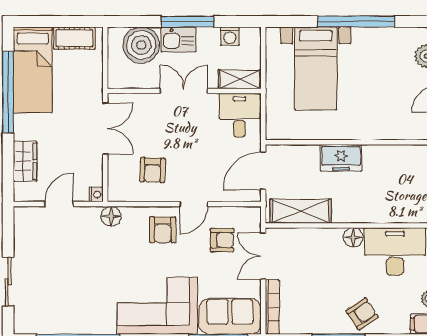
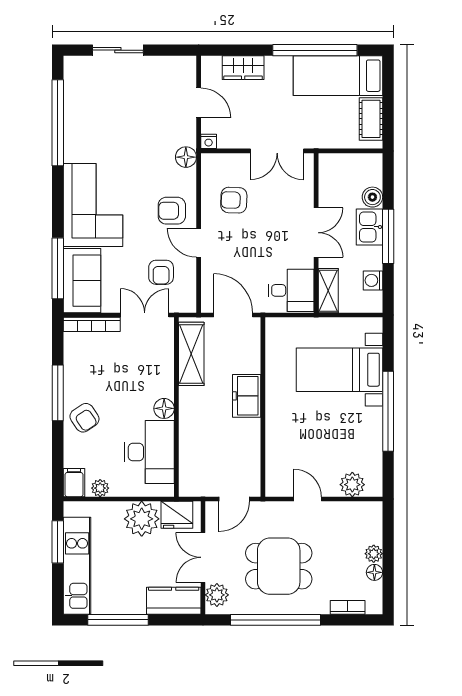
boiler: (141, 45) -> (372, 197), width x0.54, depth x0.54

